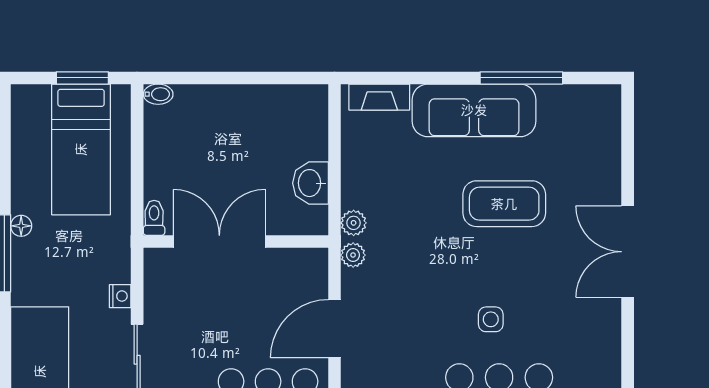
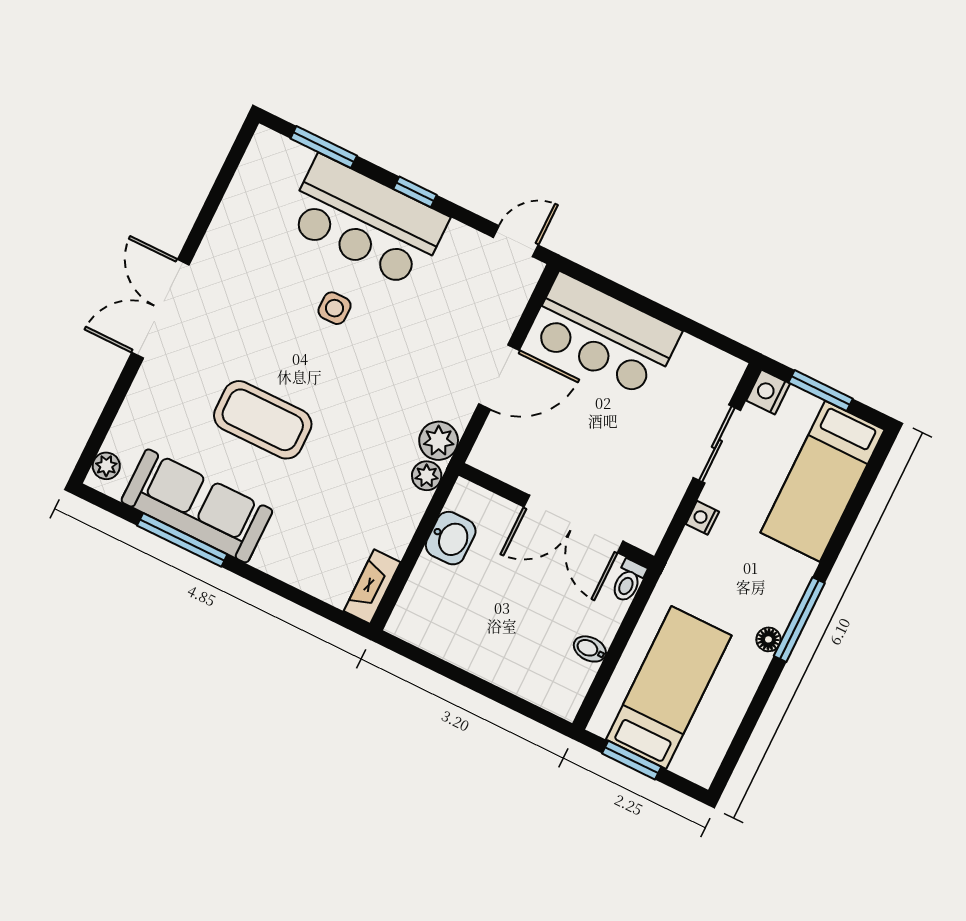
bidet: (158, 94) -> (590, 649), moved
fireplace: (379, 97) -> (372, 587), moved, turned -90
plant: (610, 107) -> (106, 466), added
sofa: (474, 110) -> (197, 506), moved
double door: (628, 252) -> (160, 309), swing flipped
plant: (353, 255) -> (439, 441), width x1.38, depth x1.38

